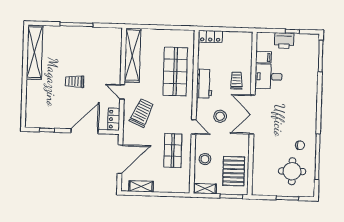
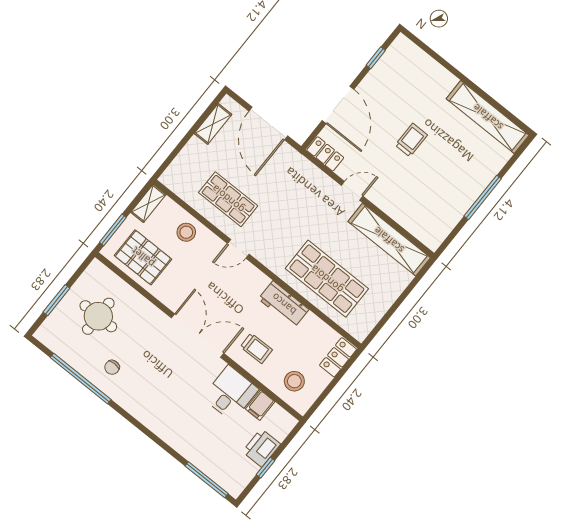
trolley: (142, 113) -> (306, 196), removed
stool: (220, 116) -> (294, 381), moved
round table: (292, 171) -> (98, 316), moved

